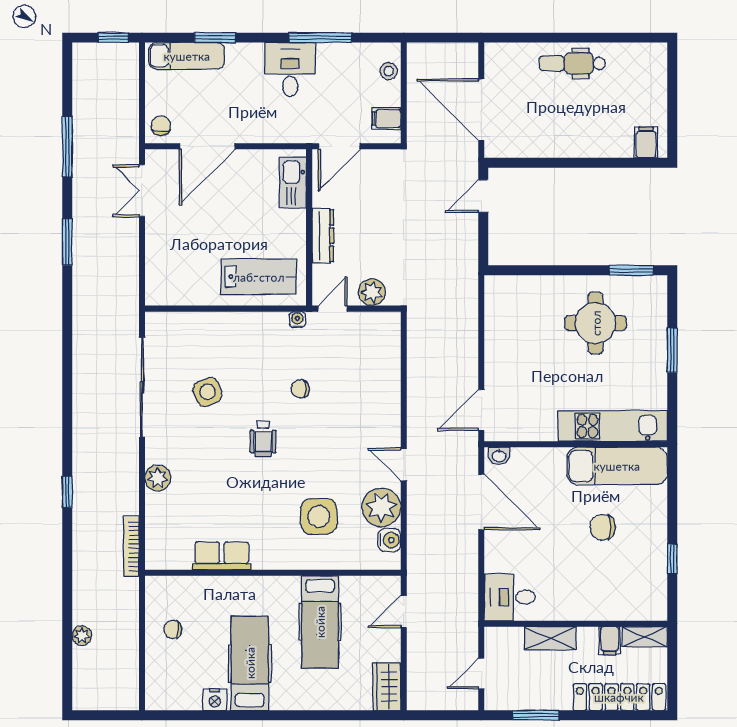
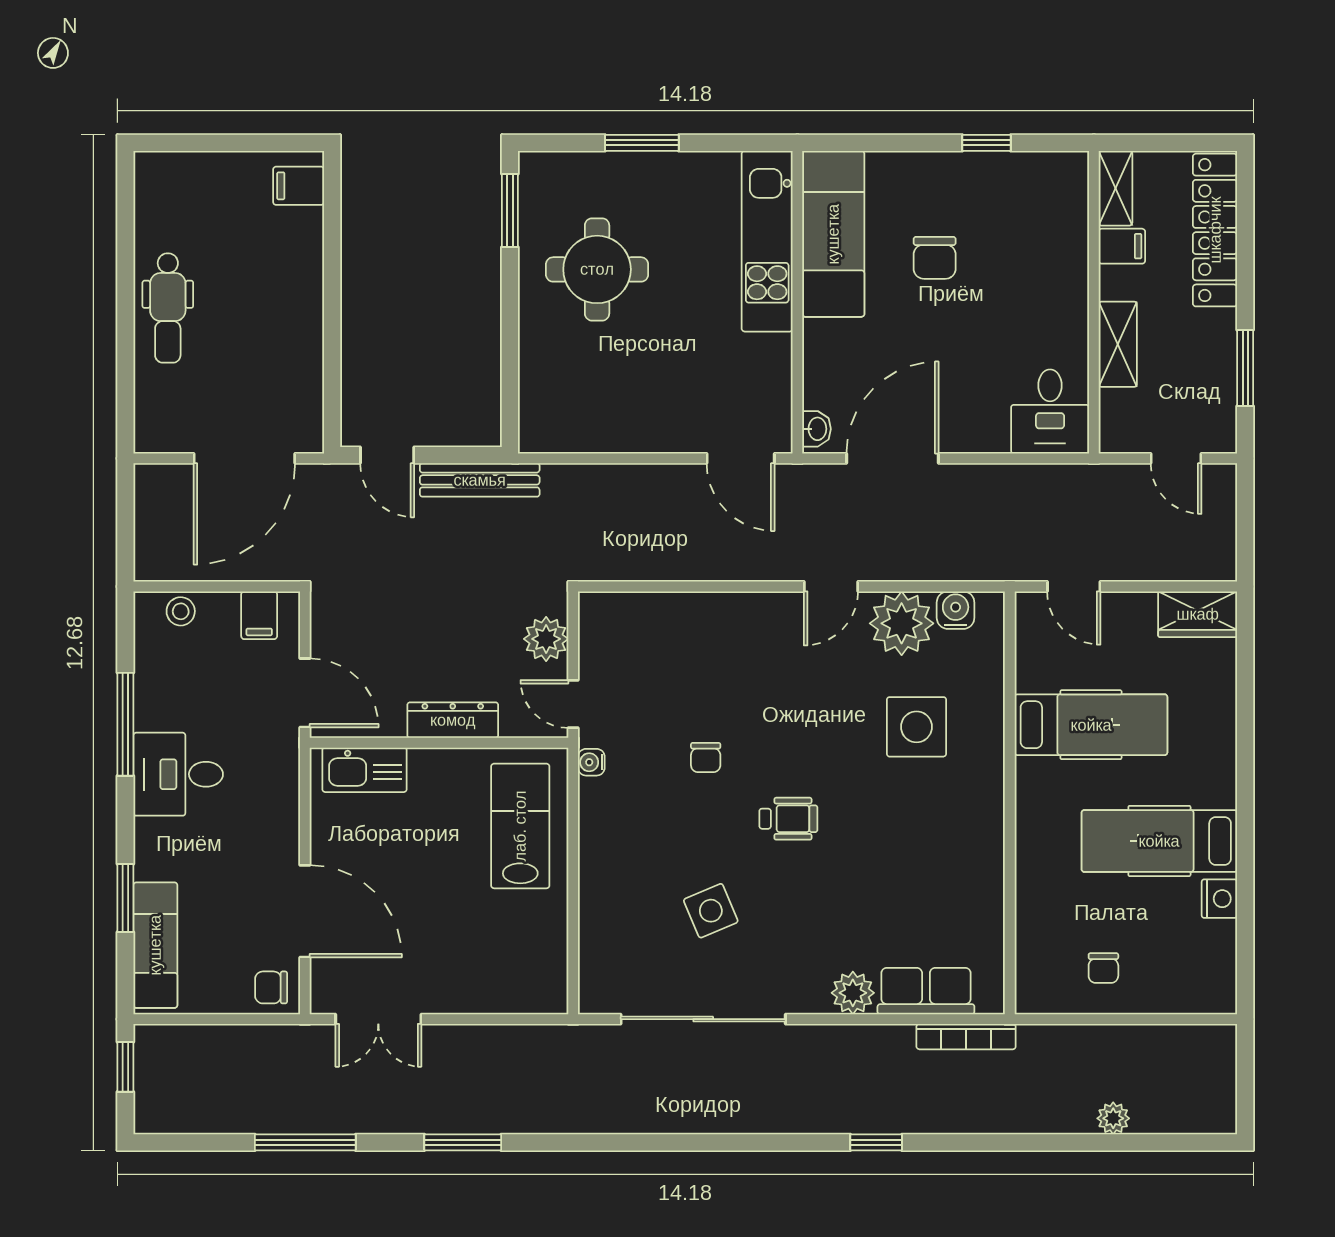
bench: (468, 252) -> (480, 480), added
row of seats: (222, 556) -> (926, 991), moved, turned 90

